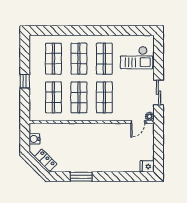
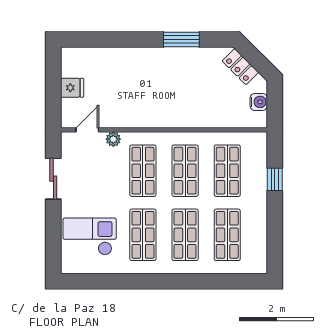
window: (25, 81) -> (275, 179), moved
plant: (150, 116) -> (113, 139), moved
fridge: (147, 166) -> (72, 88), moved

